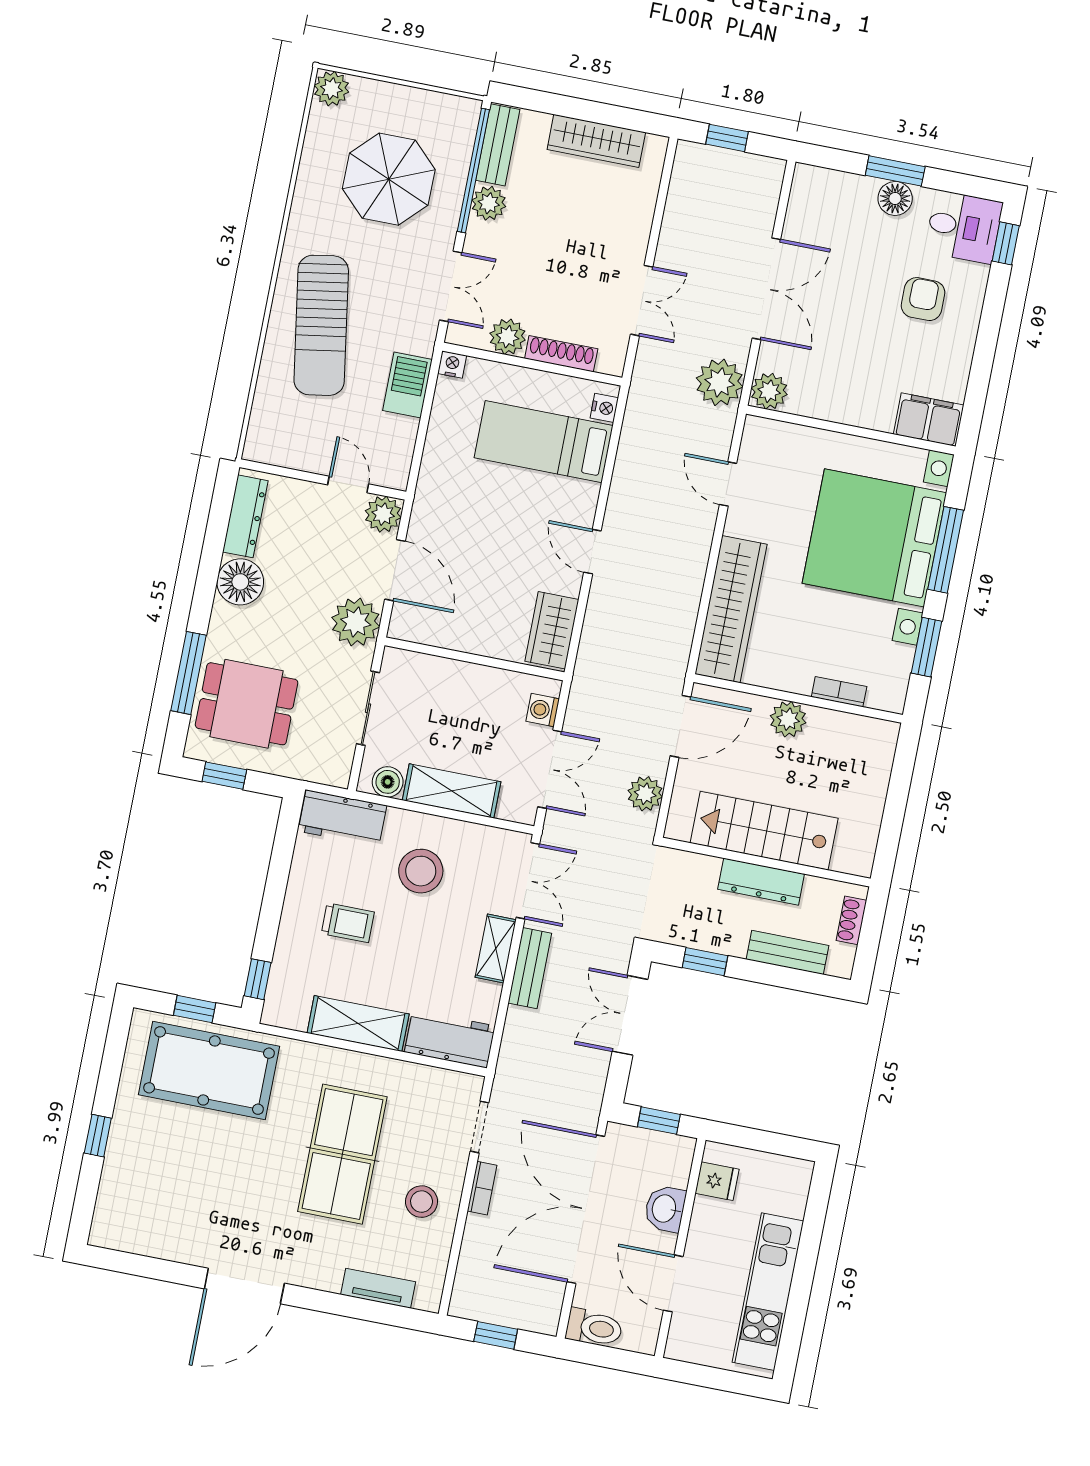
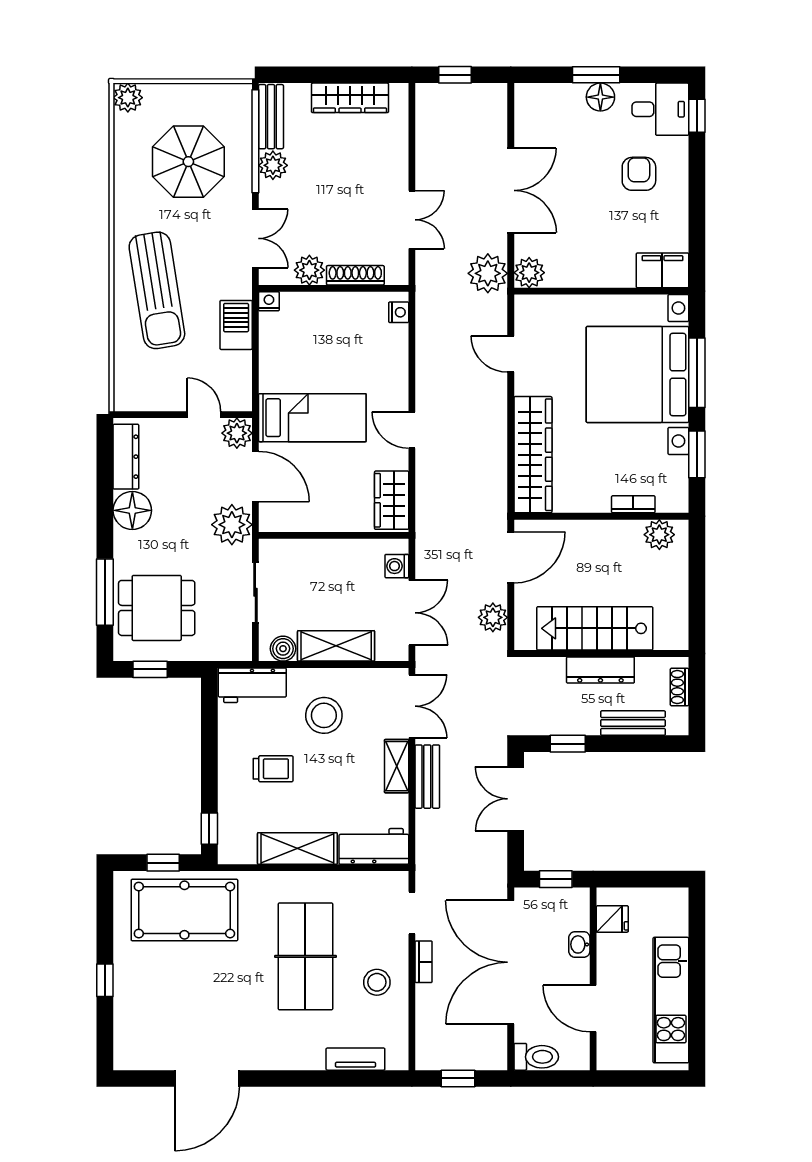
bed: (544, 442) -> (312, 418), moved, turned 180
plant: (788, 719) -> (659, 535), moved
washbasin: (665, 1209) -> (579, 944), width x0.72, depth x0.69
door: (244, 1286) -> (207, 1078), moved

